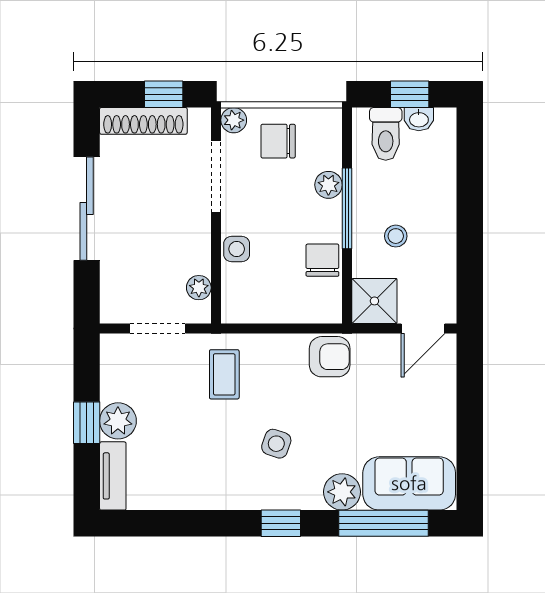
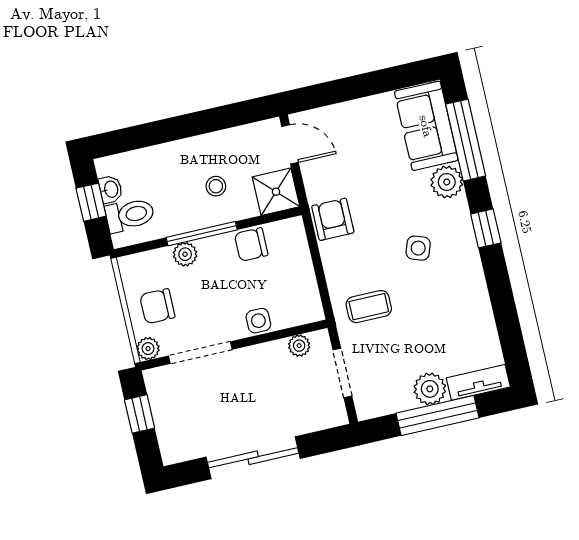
shoe rack: (143, 121) -> (166, 426), removed
chair: (278, 141) -> (157, 306), turned 90
window: (87, 423) -> (438, 416), width x2.17

